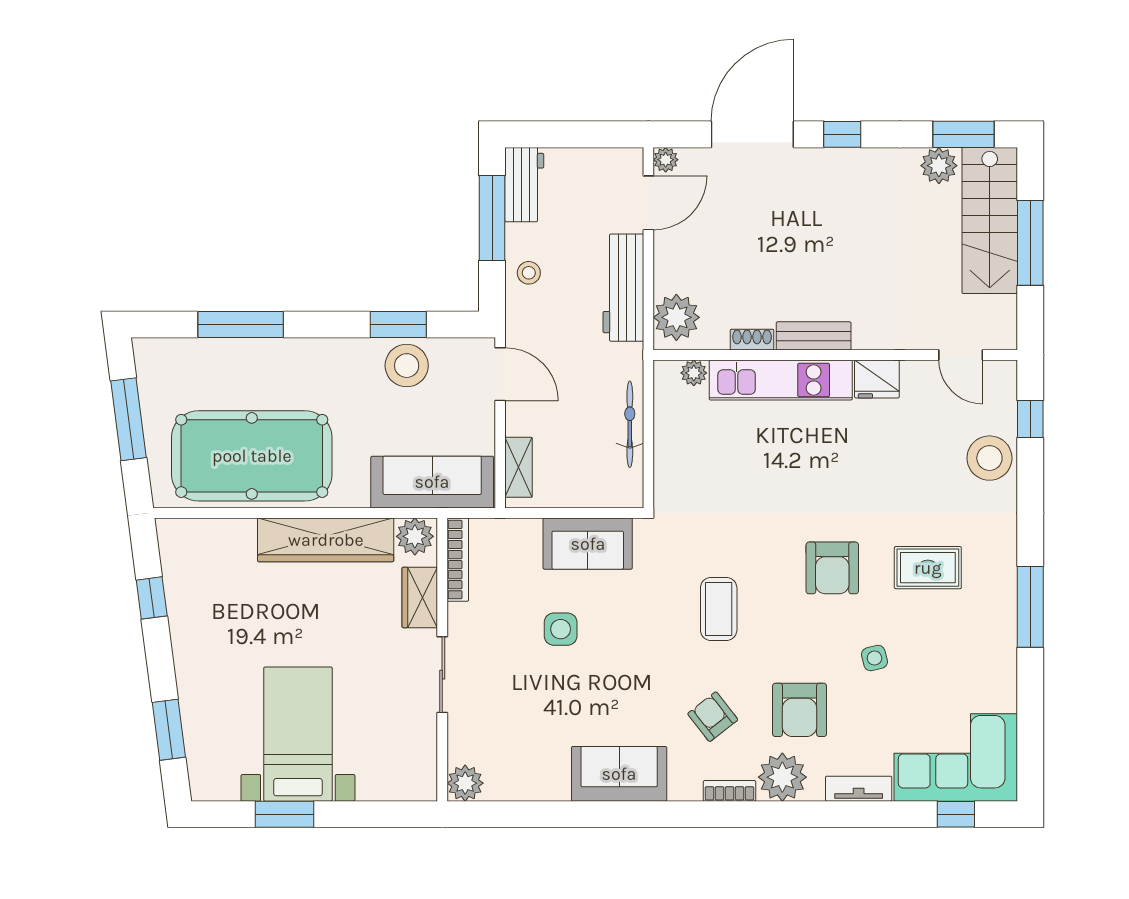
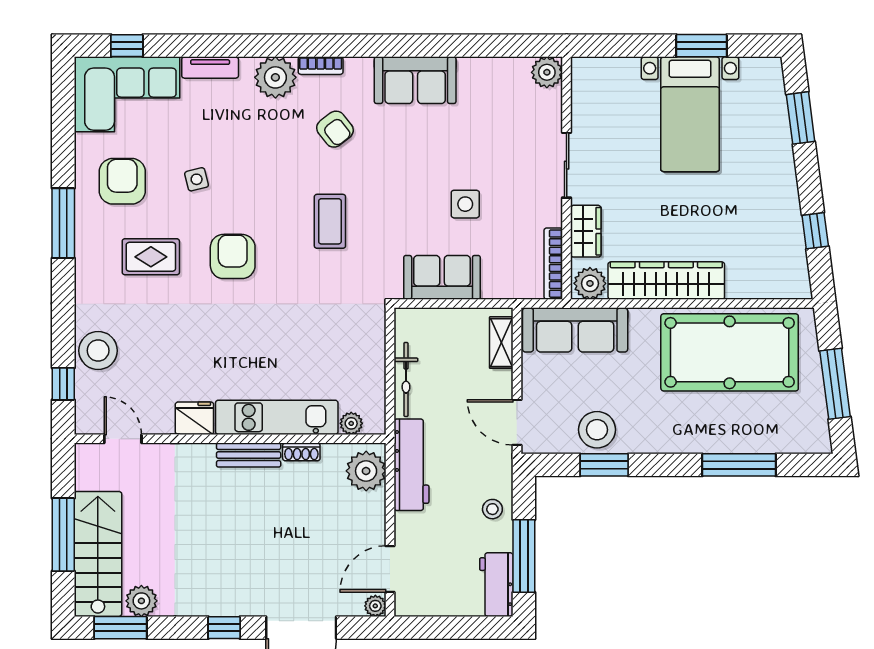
workbench: (623, 288) -> (411, 465), moved
armchair: (800, 710) -> (122, 181), moved

